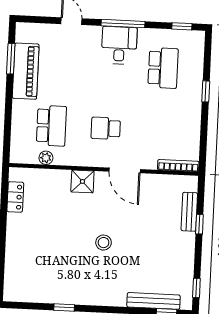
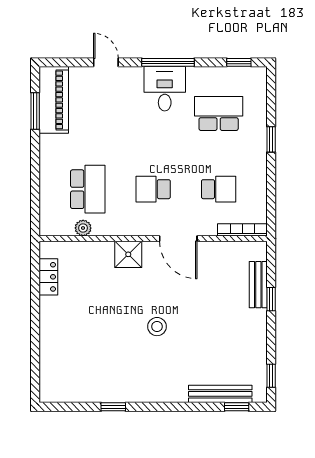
school desk: (163, 68) -> (219, 113), turned -90
piano: (26, 71) -> (54, 100), moved
school desk: (160, 131) -> (219, 189), added

